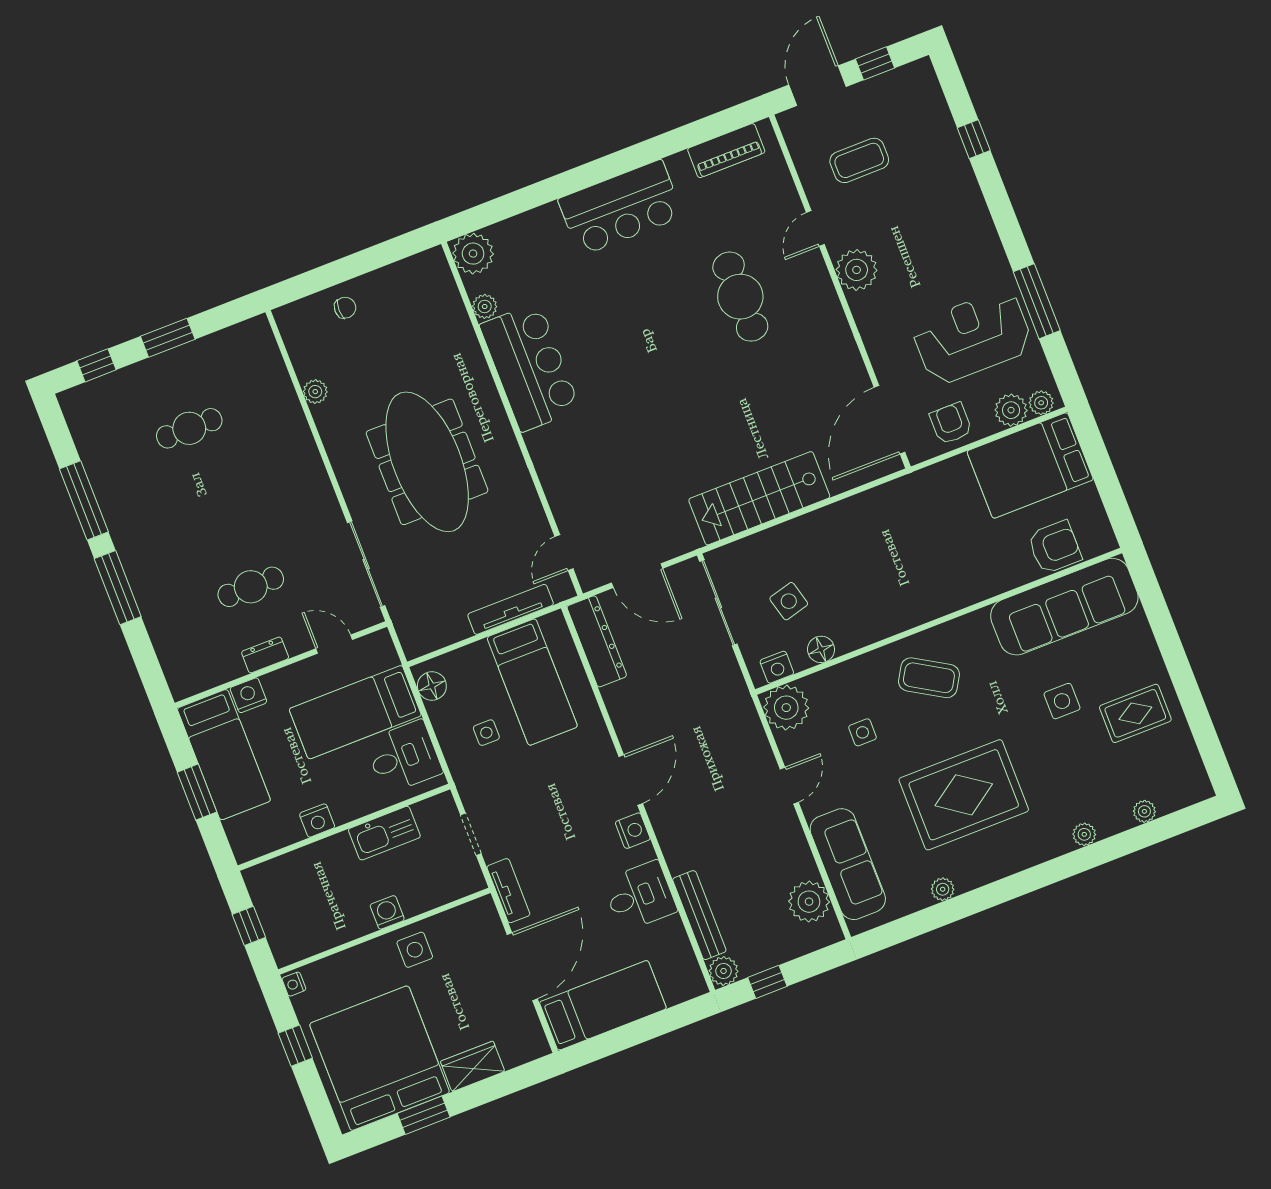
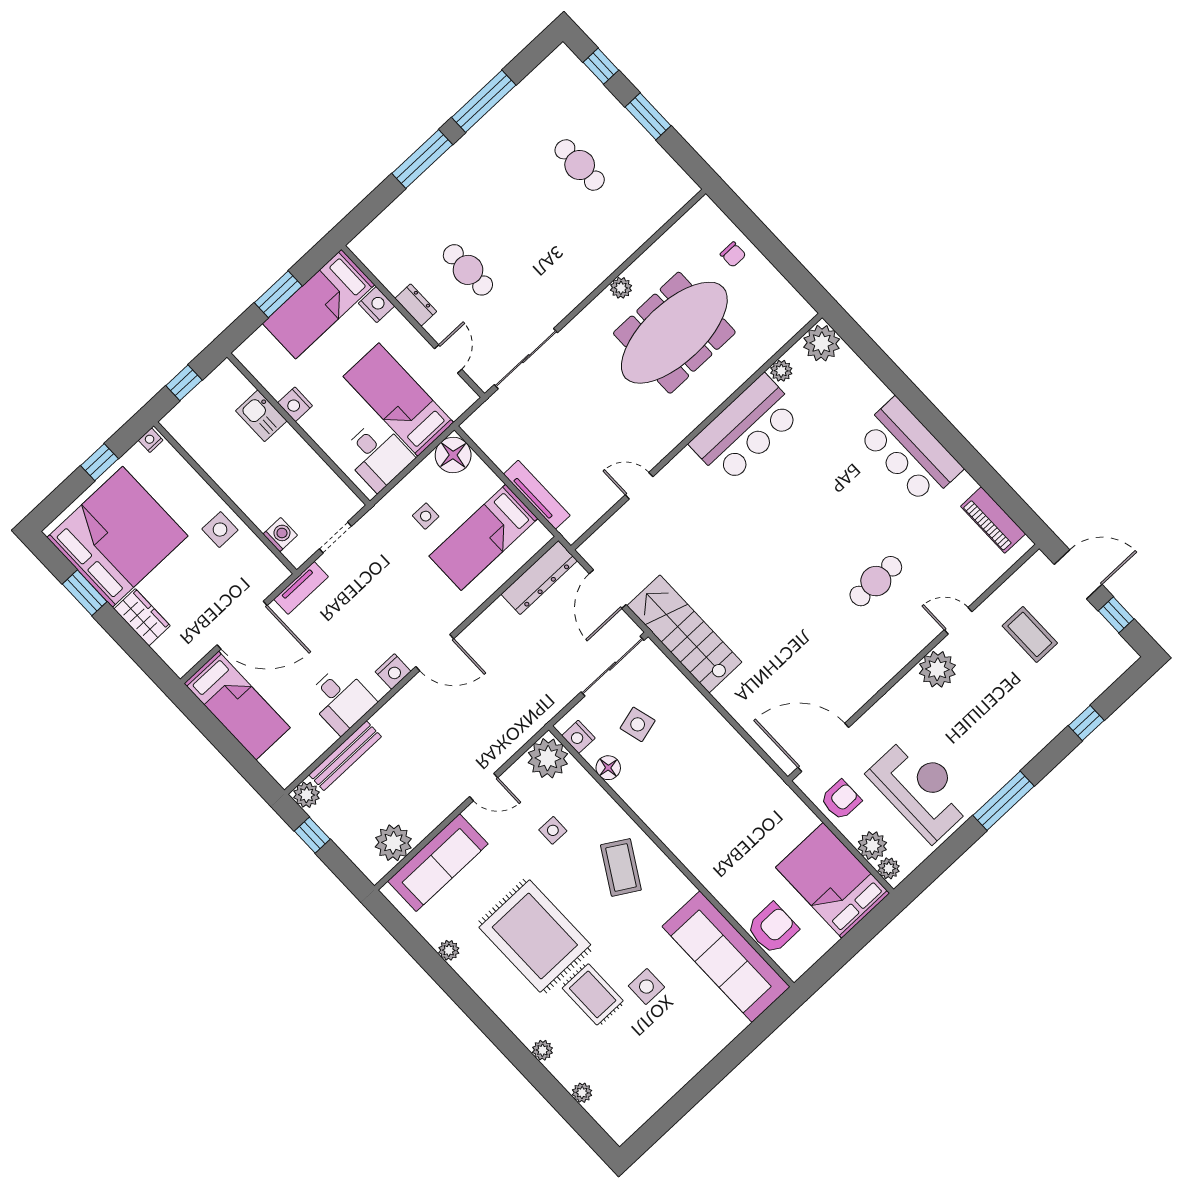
cafe table: (740, 297) -> (876, 581), width x0.73, depth x0.74
window: (1037, 301) -> (1004, 801), moved
plant: (315, 392) -> (621, 288), moved
meeting table: (427, 462) -> (674, 333), moved
stairs: (759, 498) -> (684, 634), moved
armchair: (1055, 547) -> (773, 928), turned -90
door: (564, 553) -> (639, 486), moved
floor lamp: (432, 686) -> (453, 455), width x1.38, depth x1.38
rug: (1135, 713) -> (593, 994), moved
kitchen sink: (384, 833) -> (261, 416), moved, width x0.73
washing machine: (387, 912) -> (280, 535), moved

